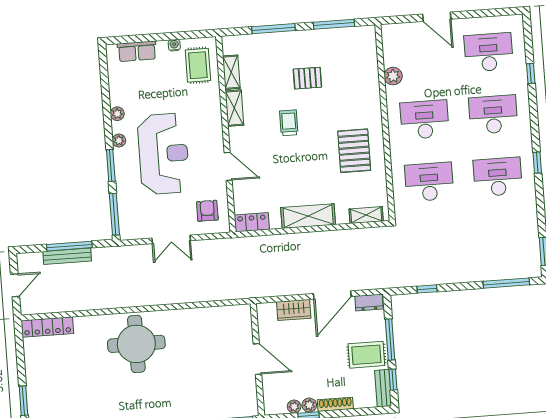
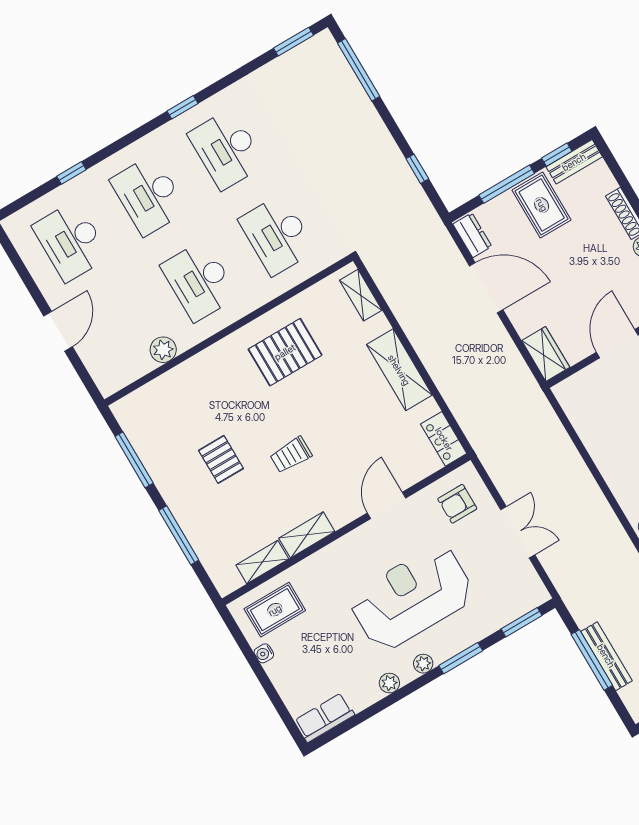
row of seats: (137, 51) -> (324, 718), moved, turned -90
window: (114, 214) -> (522, 622), width x0.69
wardrobe: (294, 310) -> (546, 354), moved

